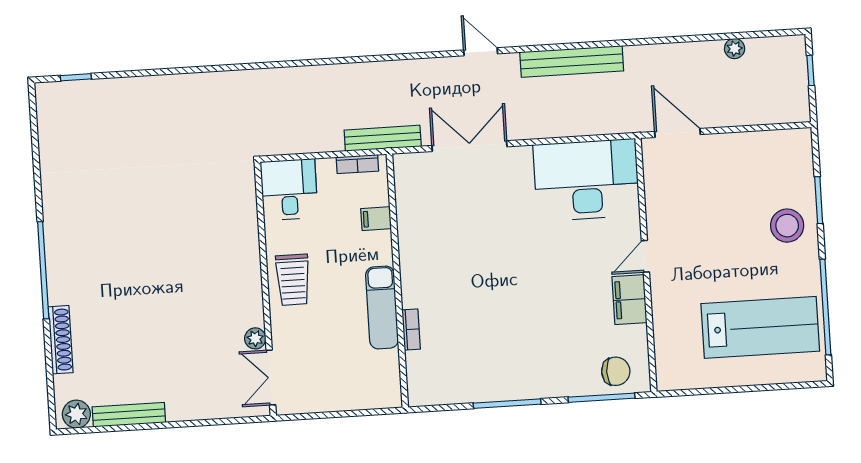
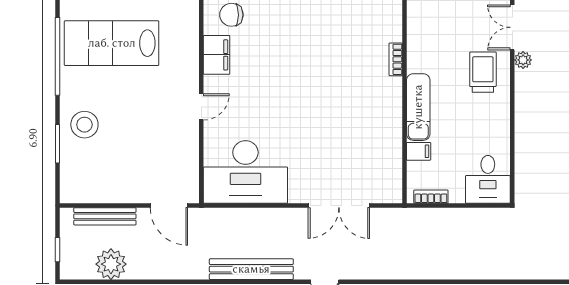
plant: (735, 48) -> (111, 264), width x1.87, depth x1.87
bench: (383, 138) -> (105, 216), moved
trolley: (293, 280) -> (483, 72), moved
filing cabinet: (629, 300) -> (217, 55), moved
exam couch: (382, 307) -> (418, 107), moved
double door: (271, 377) -> (512, 27), swing flipped

